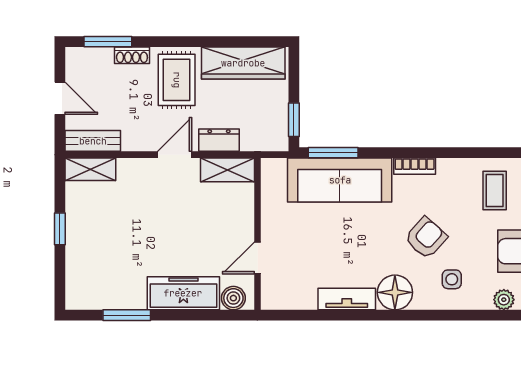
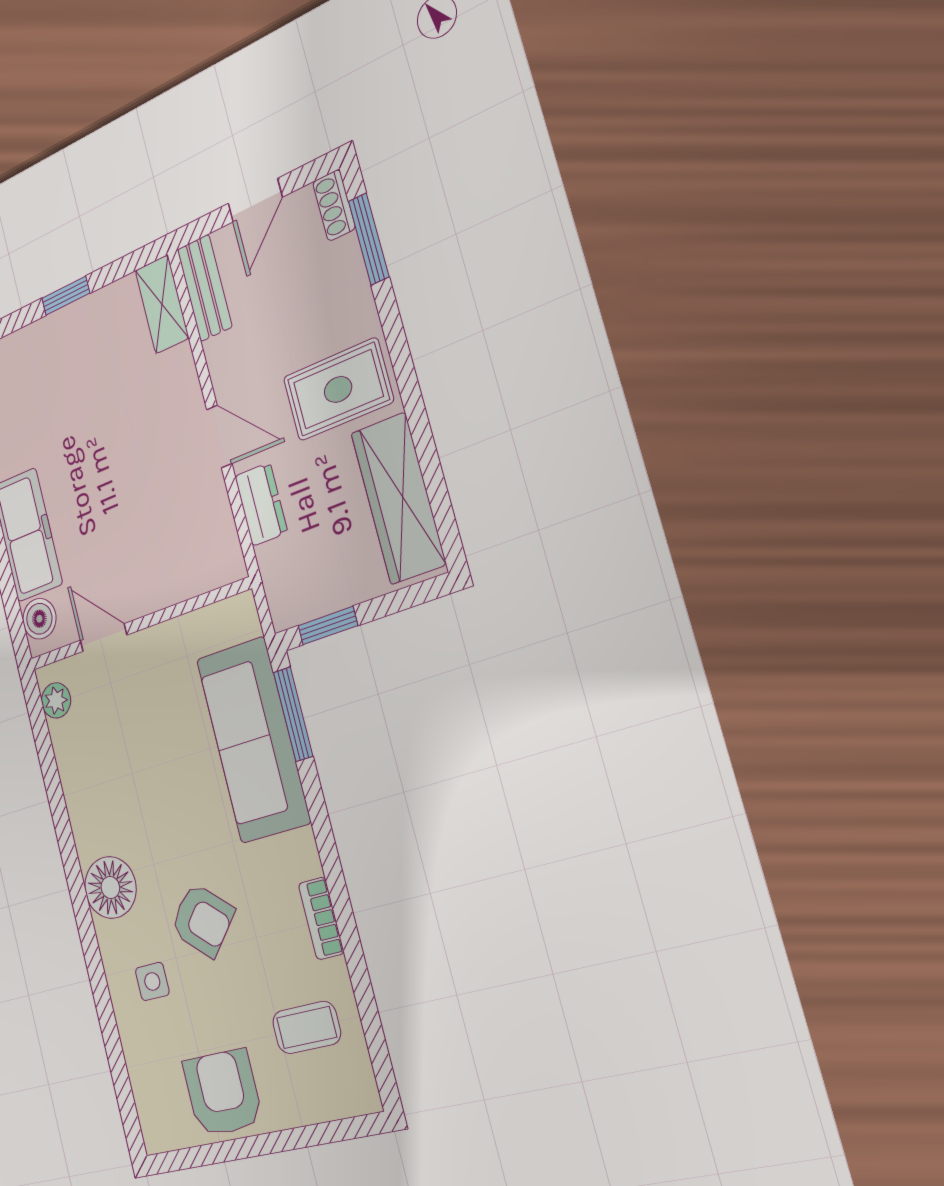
shoe rack: (132, 55) -> (334, 205), moved
bookcase: (415, 166) -> (321, 918), moved
shelving: (227, 170) -> (219, 537), removed
tv unit: (347, 299) -> (82, 808), removed
plant: (504, 300) -> (56, 700), moved

